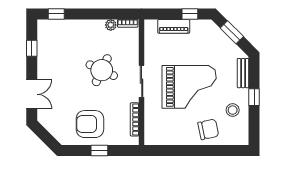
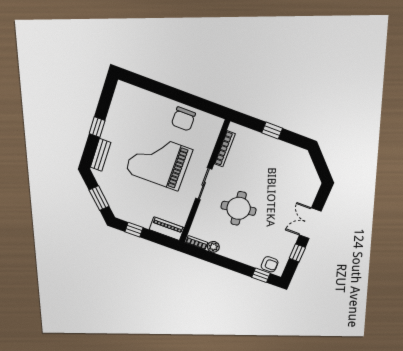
piano: (174, 26) -> (167, 229), moved
round table: (102, 70) -> (239, 208), turned -33
double door: (32, 94) -> (310, 223), moved
stool: (233, 110) -> (123, 122), removed
armchair: (90, 124) -> (270, 264), moved, width x0.53, depth x0.53
chair: (208, 129) -> (183, 119), moved, turned -78

